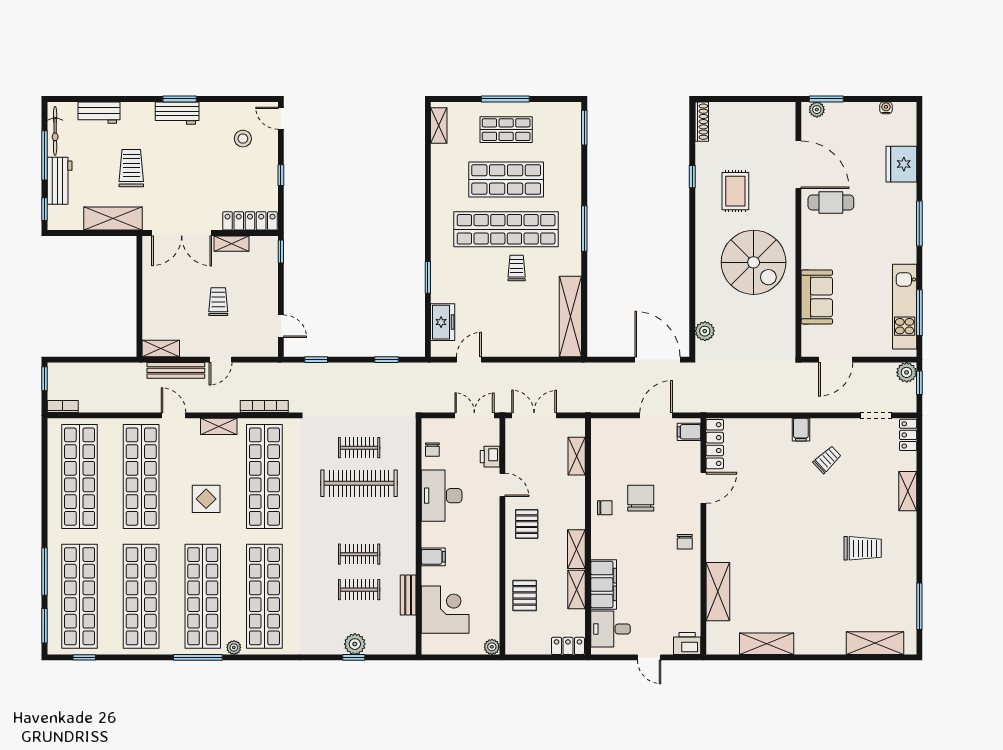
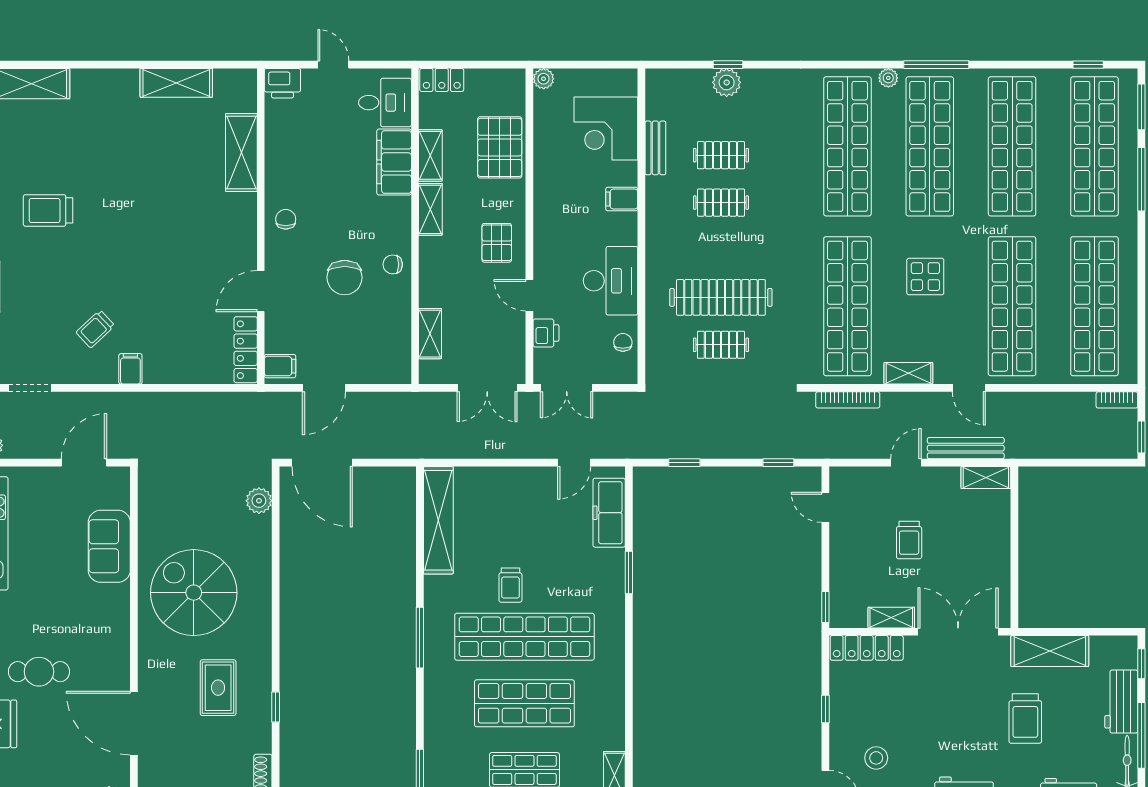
cafe table: (831, 202) -> (39, 672), moved
freezer: (443, 322) -> (609, 513), width x1.40
pallet: (525, 595) -> (500, 147), width x1.50, depth x1.42

